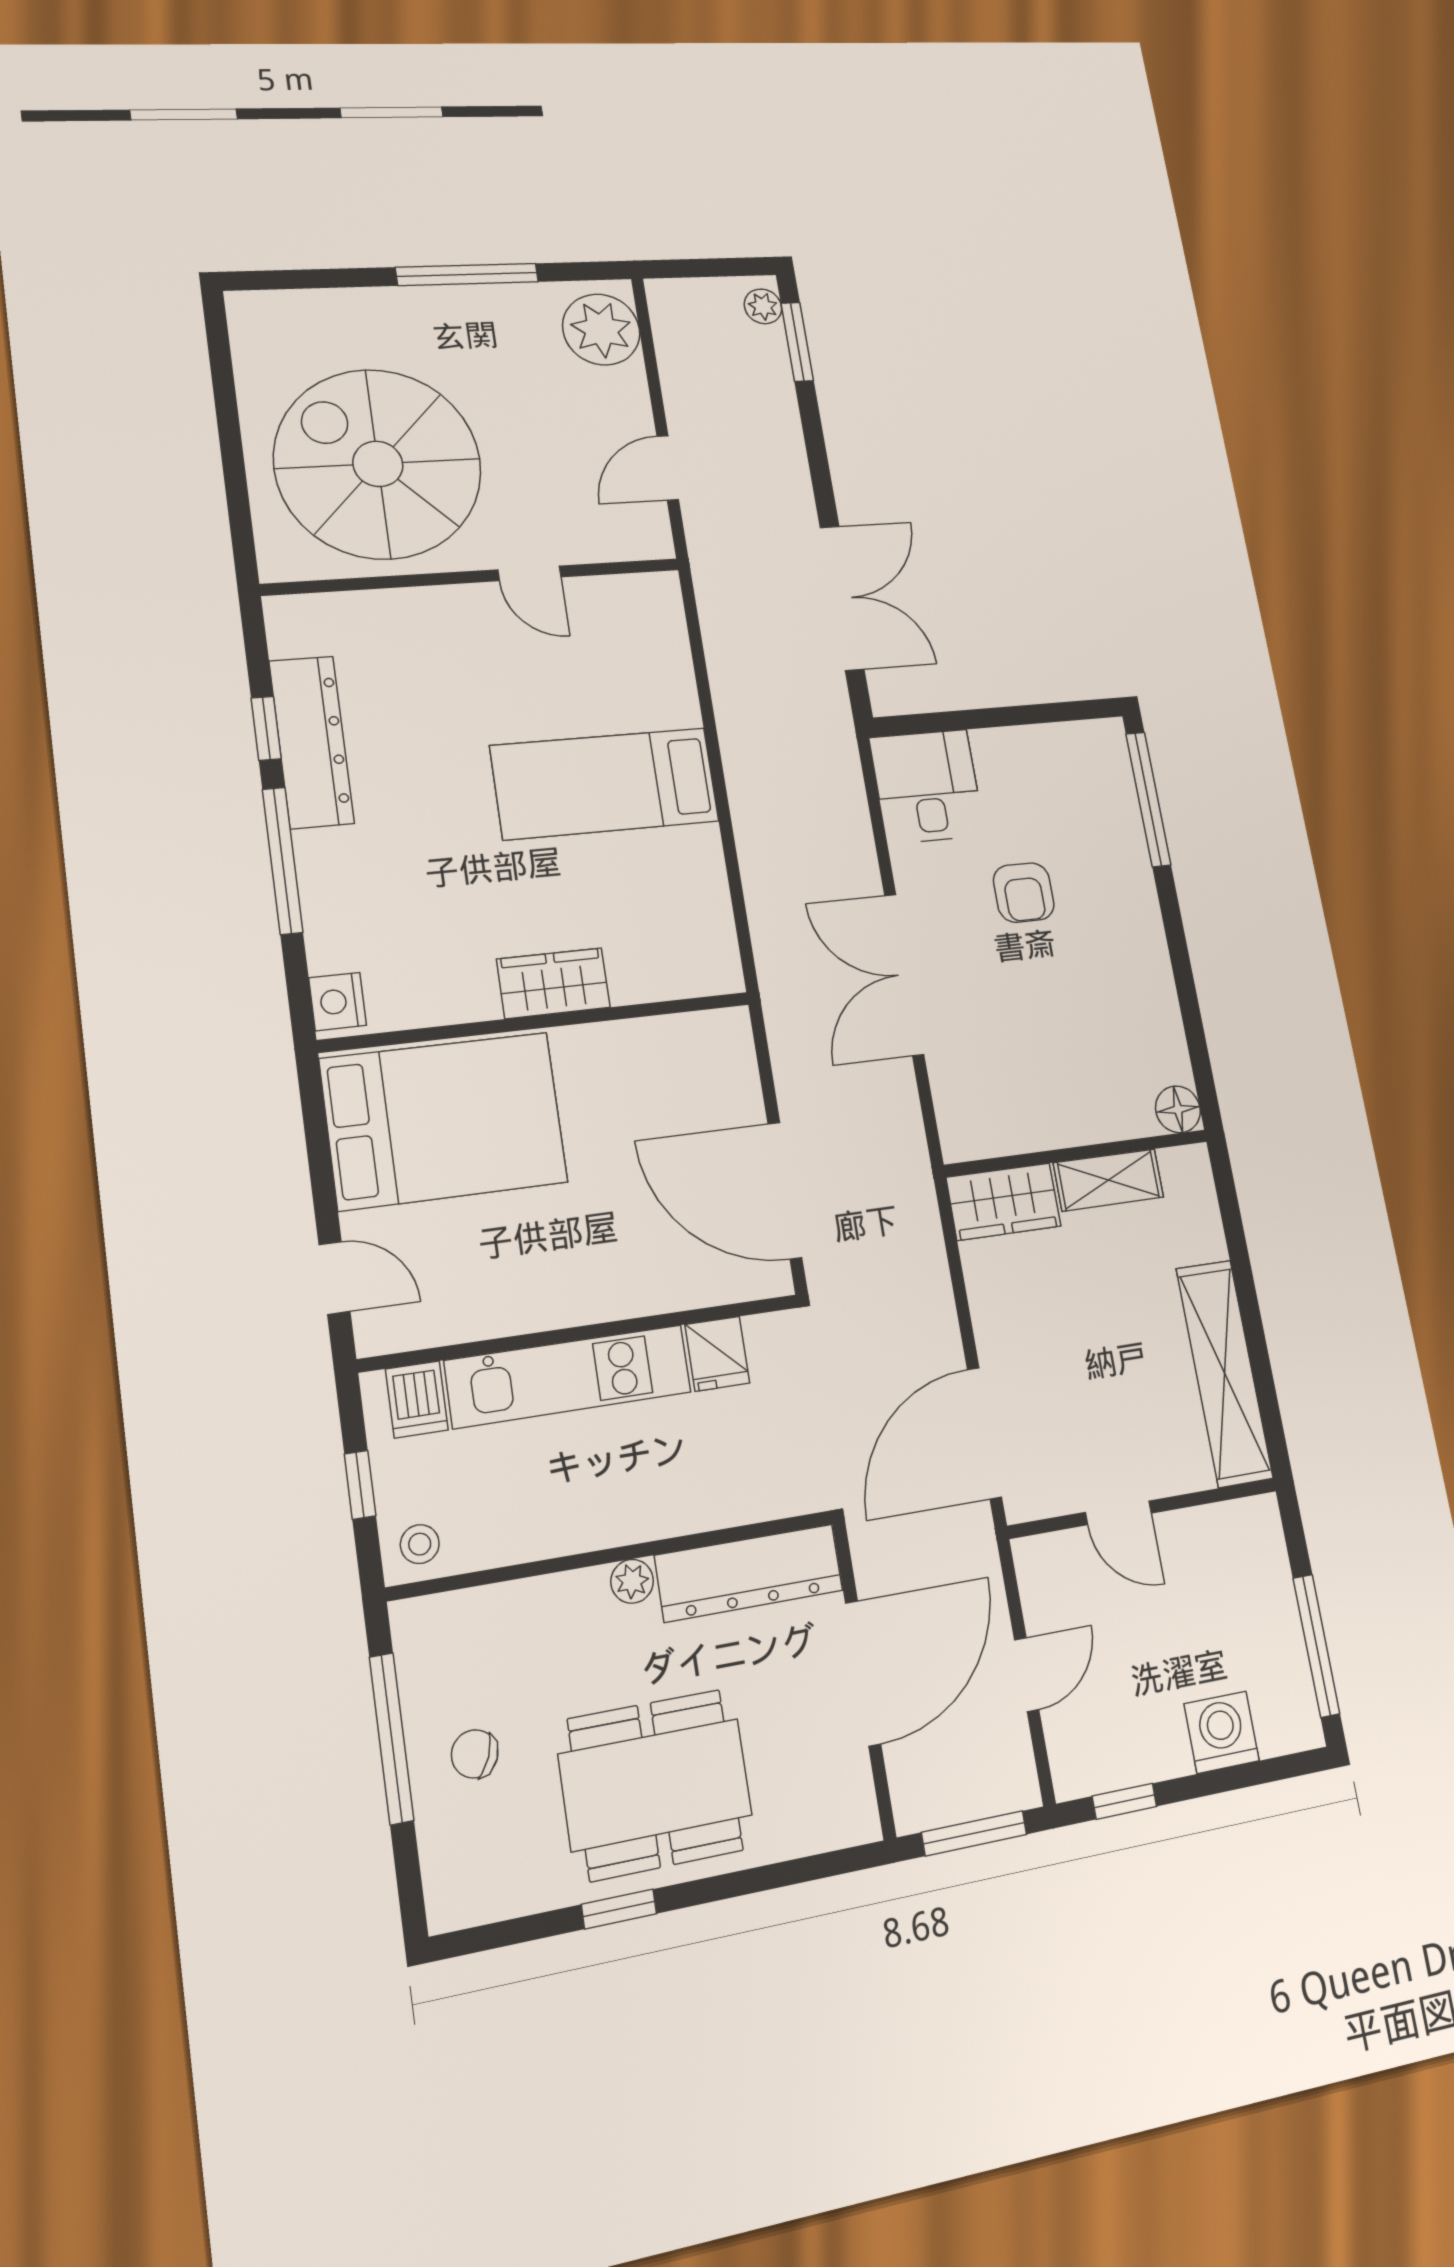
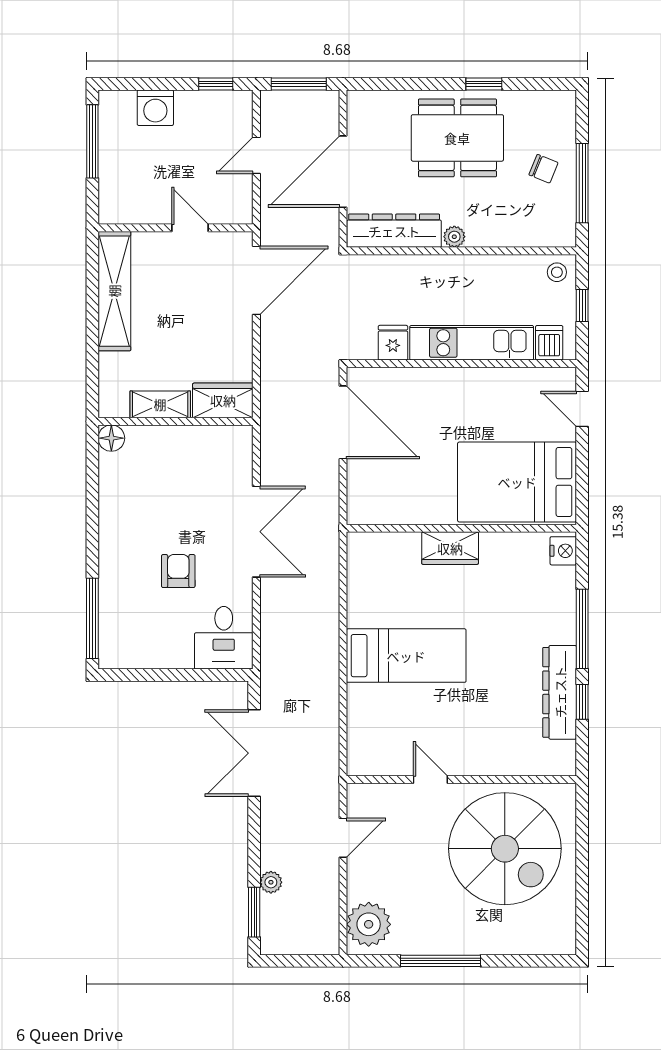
plant: (763, 306) -> (271, 882), moved

